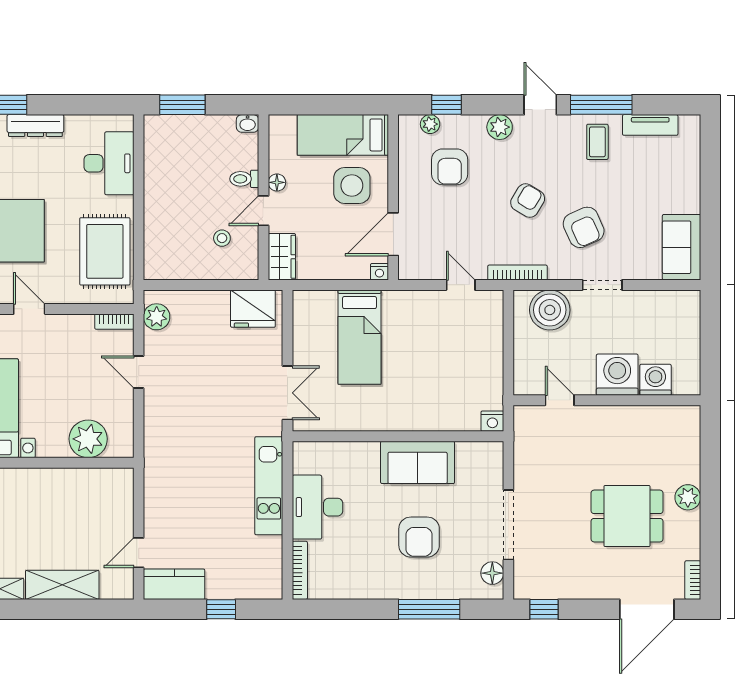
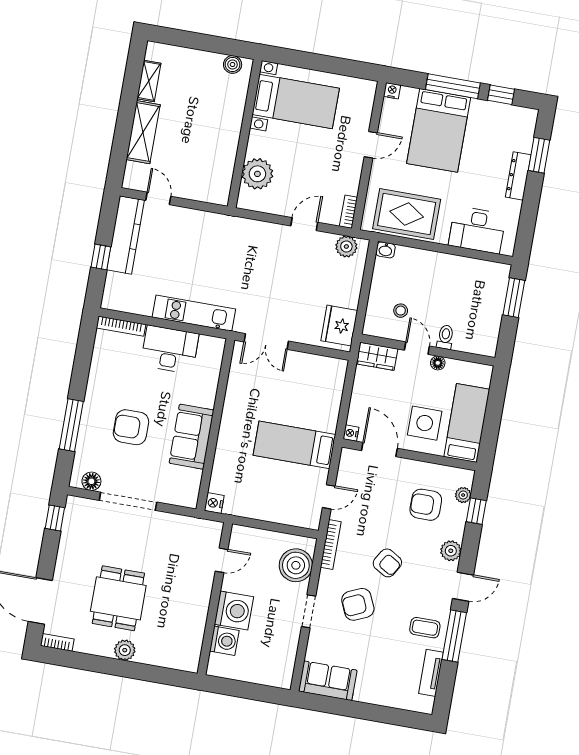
washbasin: (248, 123) -> (386, 250), moved, turned -90
bed: (360, 337) -> (294, 445), moved
kitchen counter: (174, 584) -> (126, 235), width x1.50

